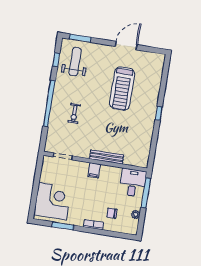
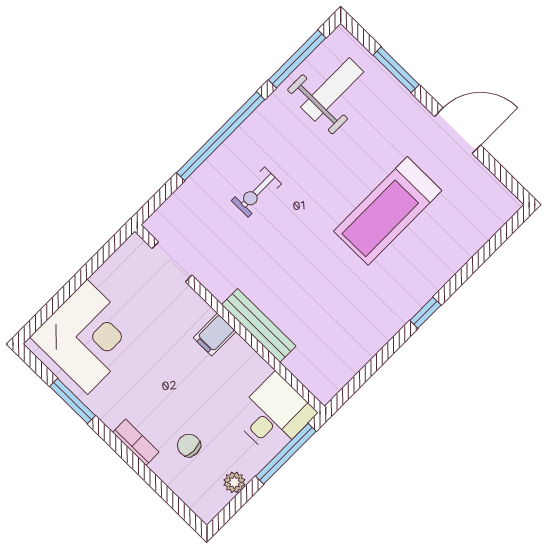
window: (80, 38) -> (396, 70), moved
window: (56, 60) -> (297, 59), width x2.17

